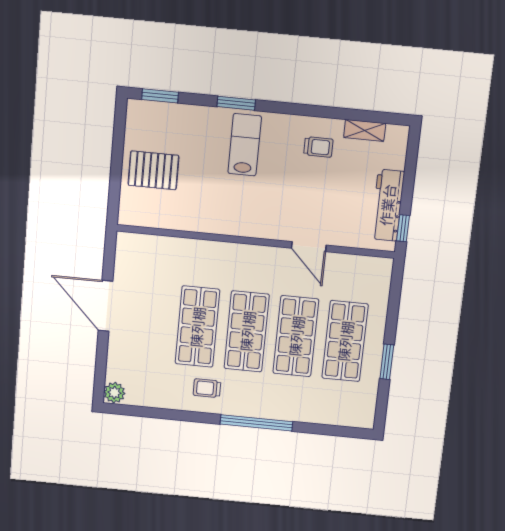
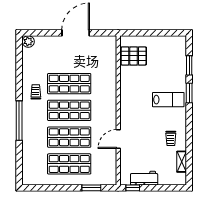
window: (160, 96) -> (189, 65), moved
pallet: (153, 170) -> (134, 56), moved, turned 90
workbench: (387, 205) -> (144, 178), width x0.73
window: (387, 362) -> (91, 188), moved

